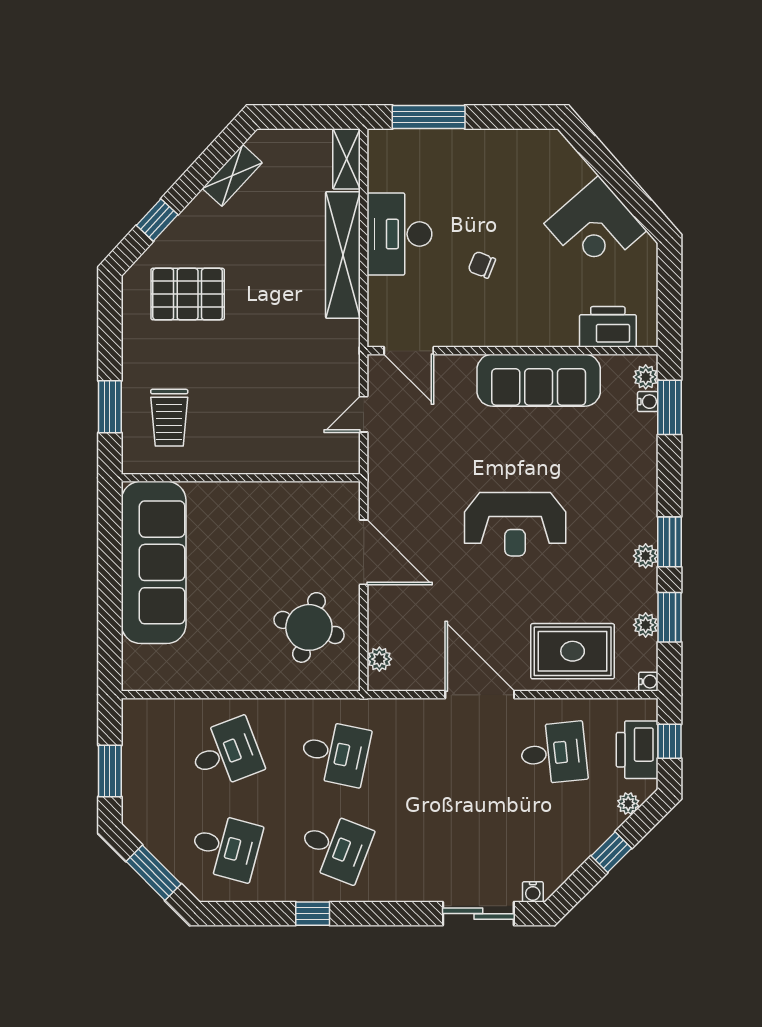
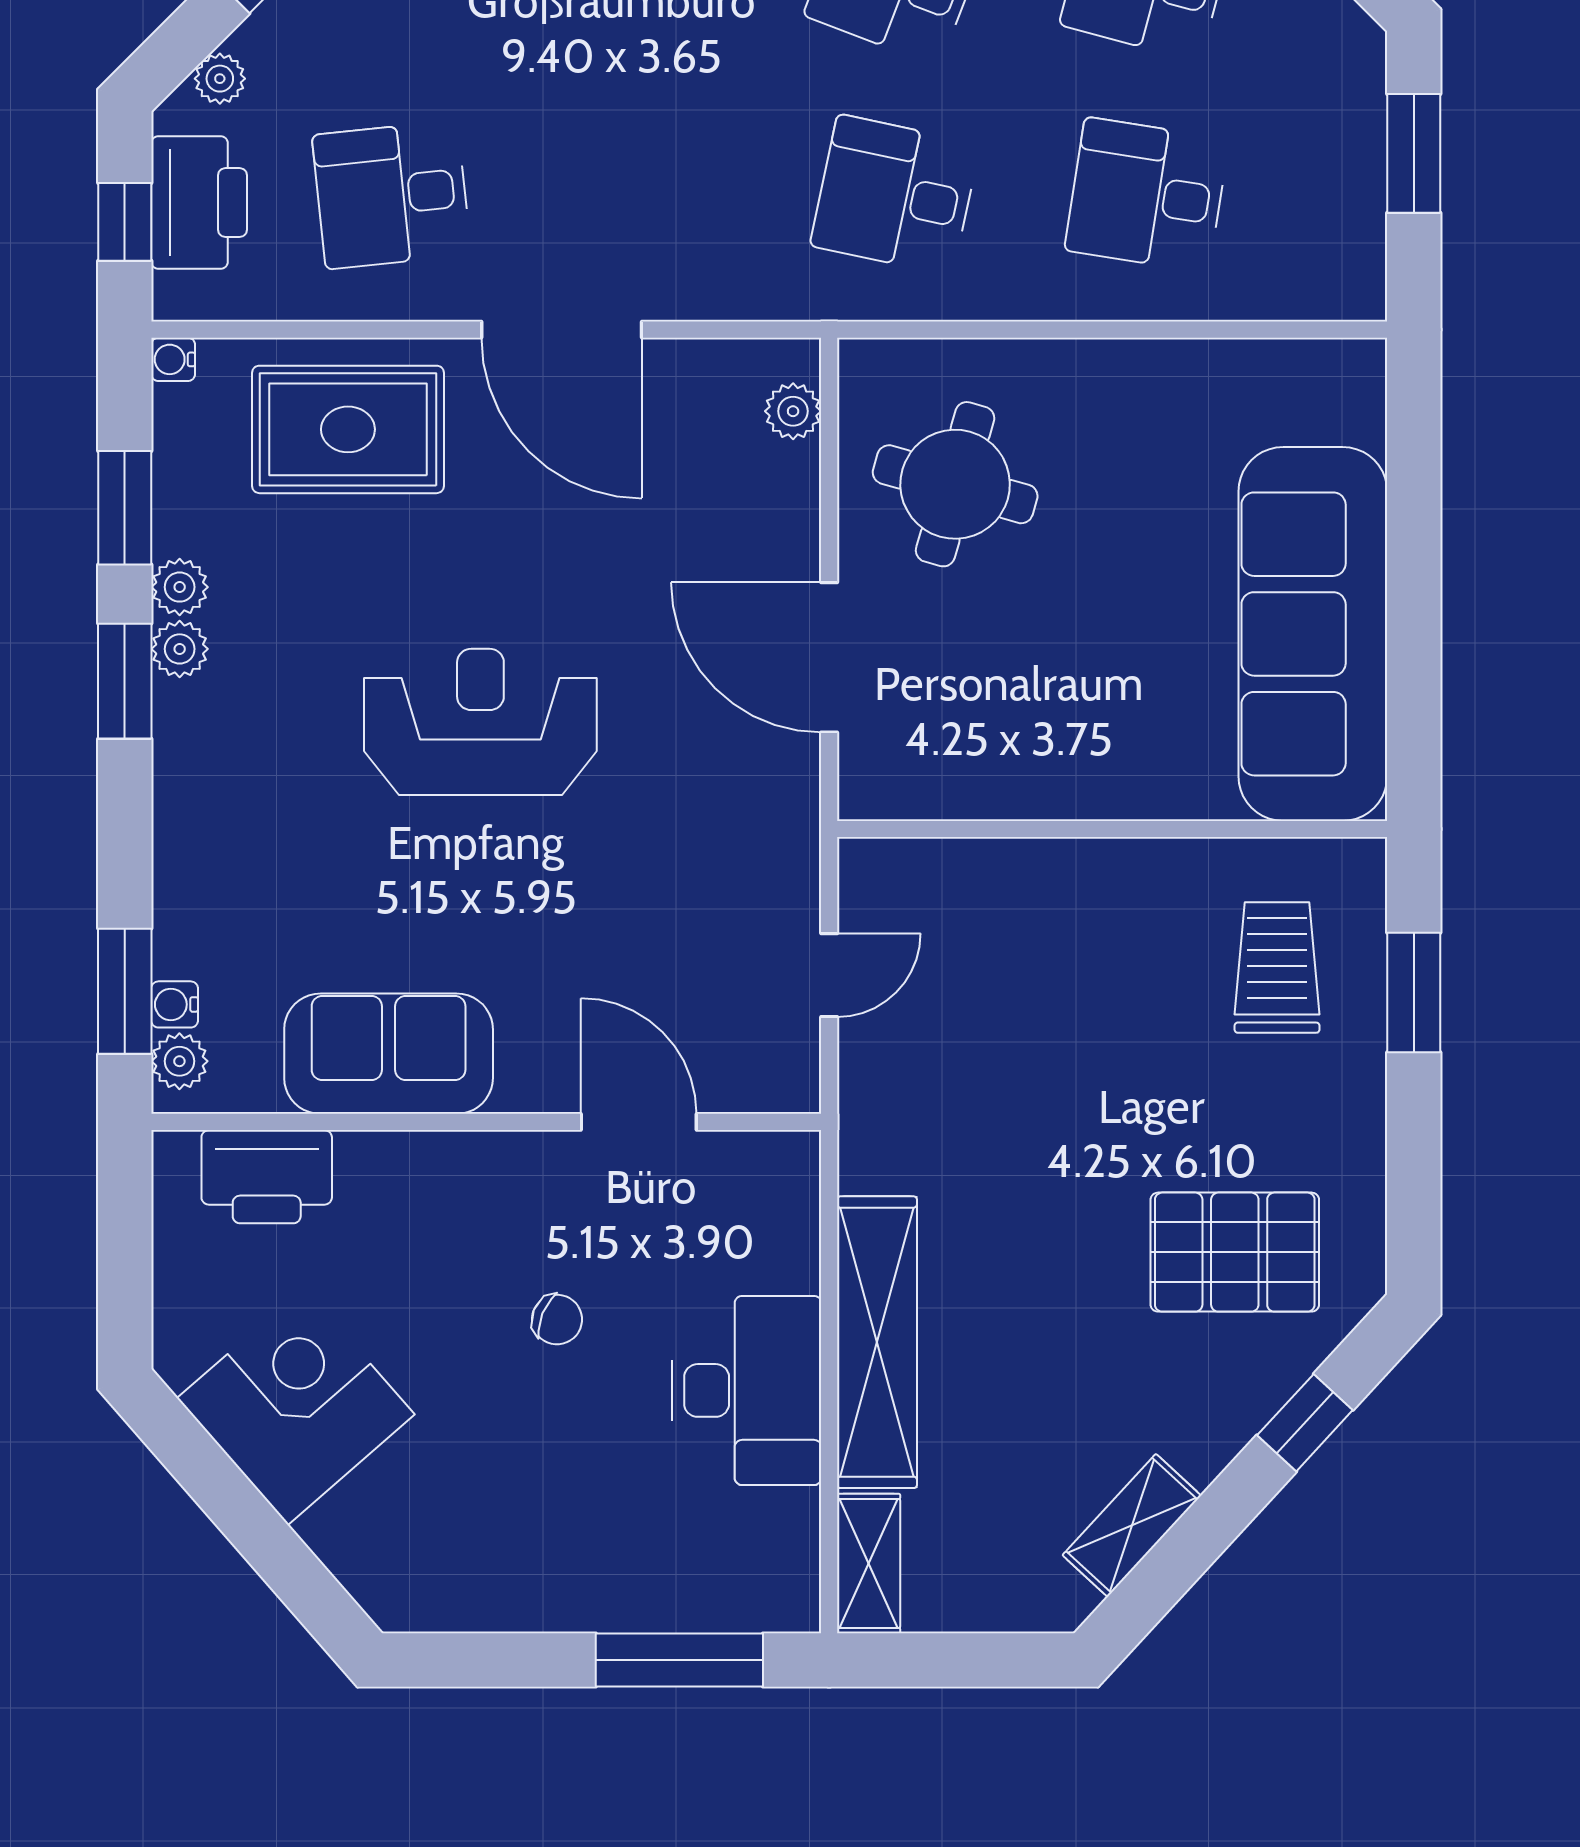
door: (409, 351) -> (639, 1122), moved
sofa: (539, 380) -> (389, 1054), width x0.73
plant: (646, 625) -> (180, 587), moved
desk: (226, 753) -> (1147, 195), turned 30

